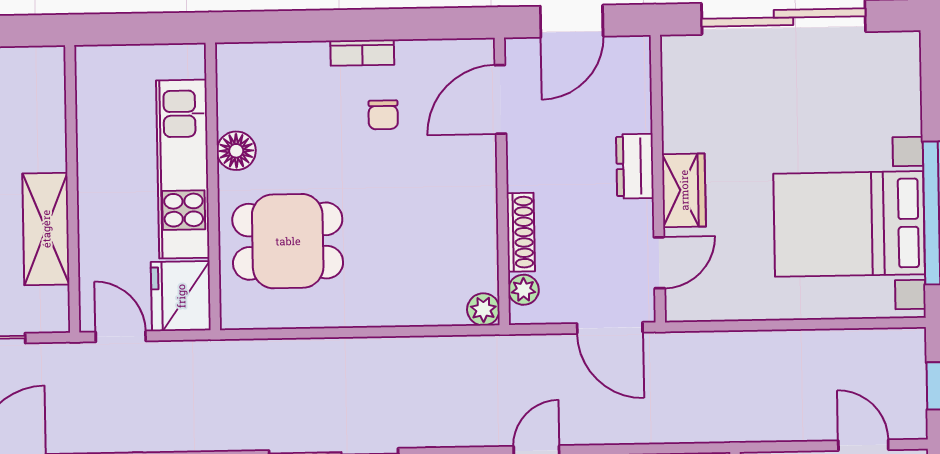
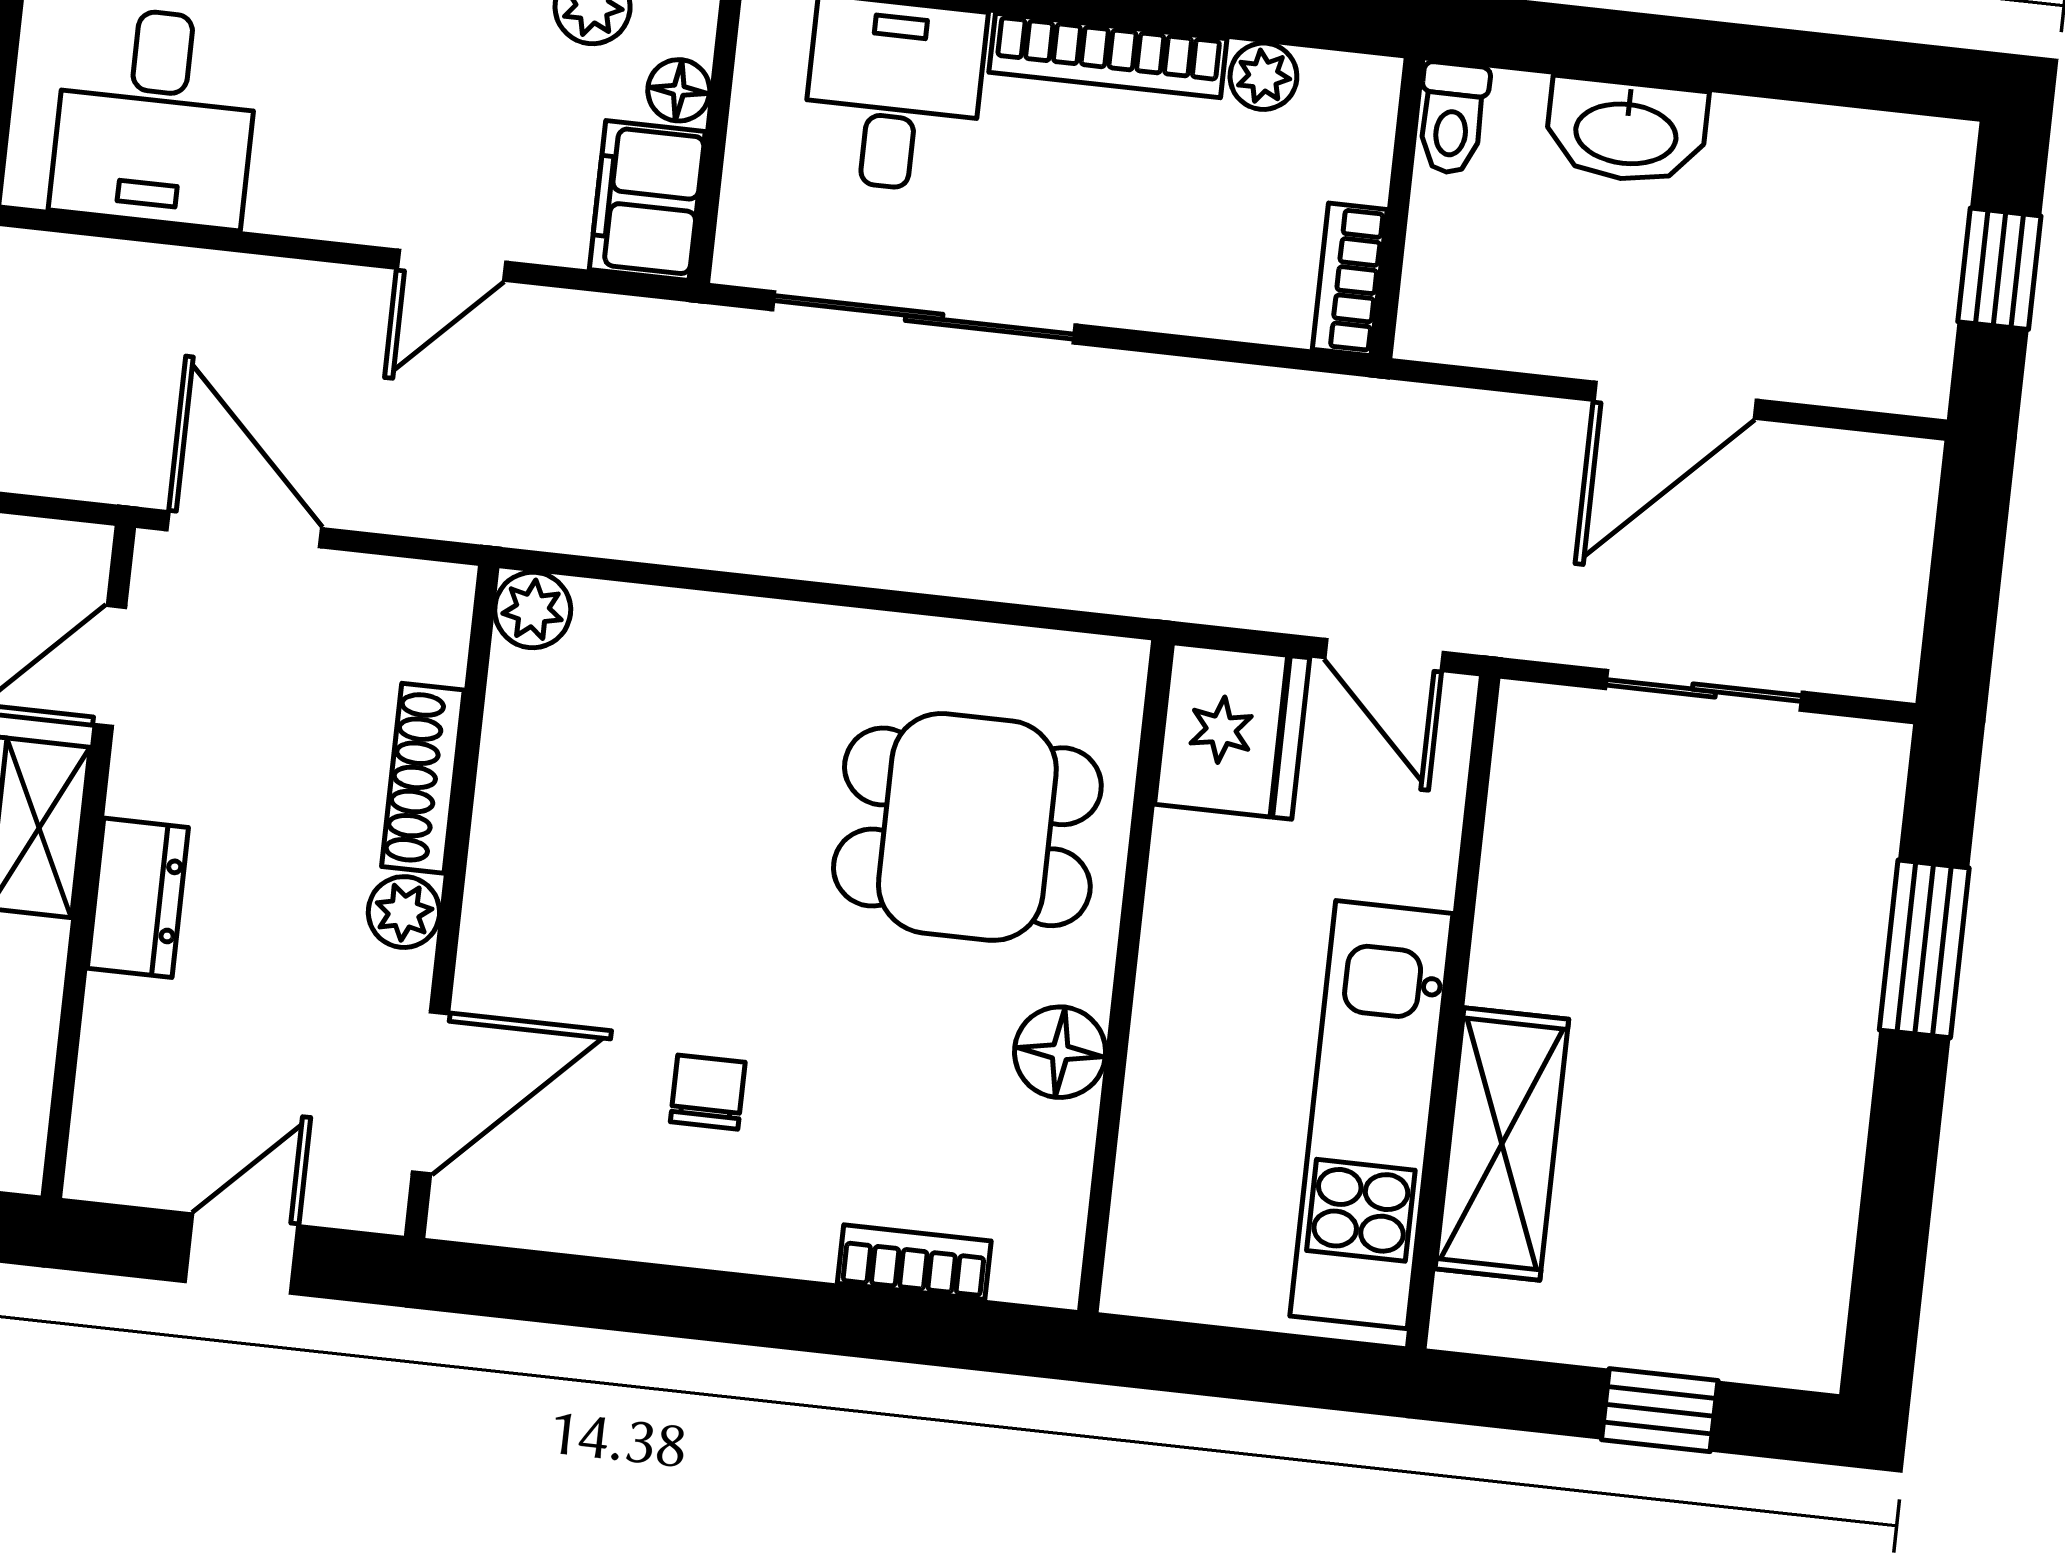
door: (572, 21) -> (242, 1254), width x0.73
bookcase: (362, 53) -> (914, 1262), moved
kitchen unit: (183, 169) -> (1371, 1115), moved, turned 180
shelving: (46, 229) -> (1502, 1144), moved
plant: (524, 290) -> (404, 912), moved

